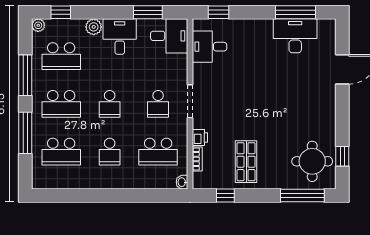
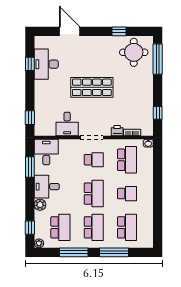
window: (296, 12) -> (30, 64), width x0.46
desk: (210, 47) -> (67, 124), moved
school desk: (110, 104) -> (94, 194), width x1.85
window: (342, 156) -> (119, 31), moved
shop shelf: (246, 162) -> (92, 87), moved, width x1.43, depth x1.36

